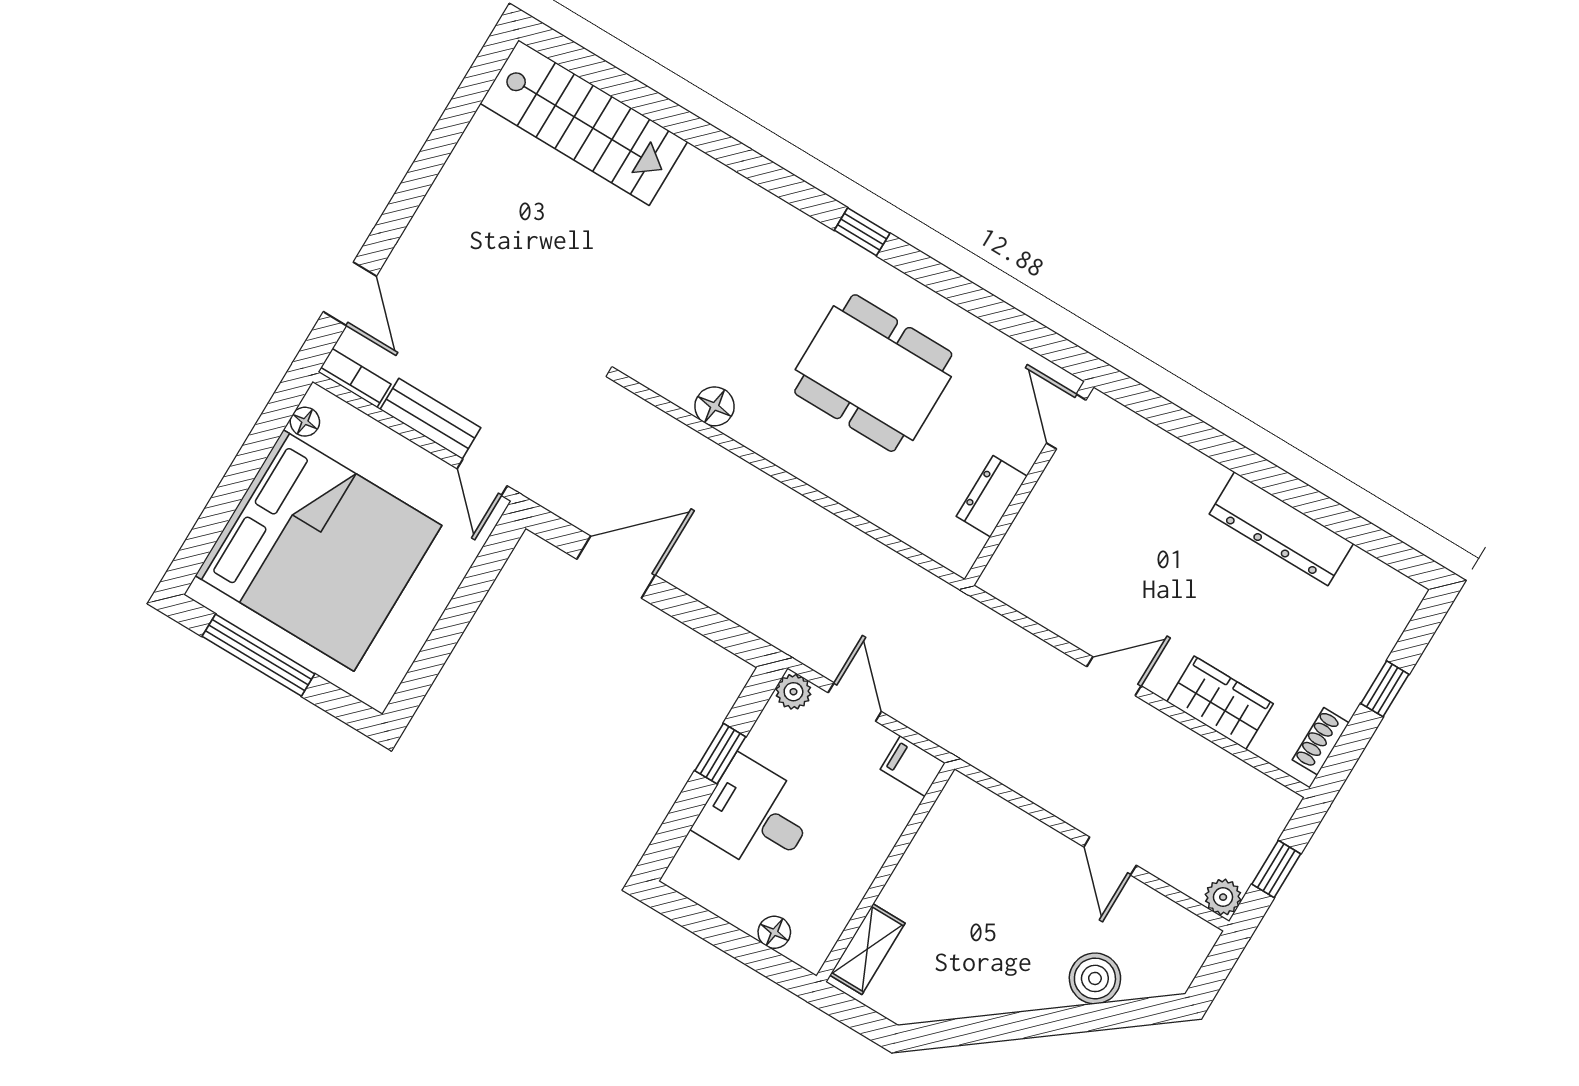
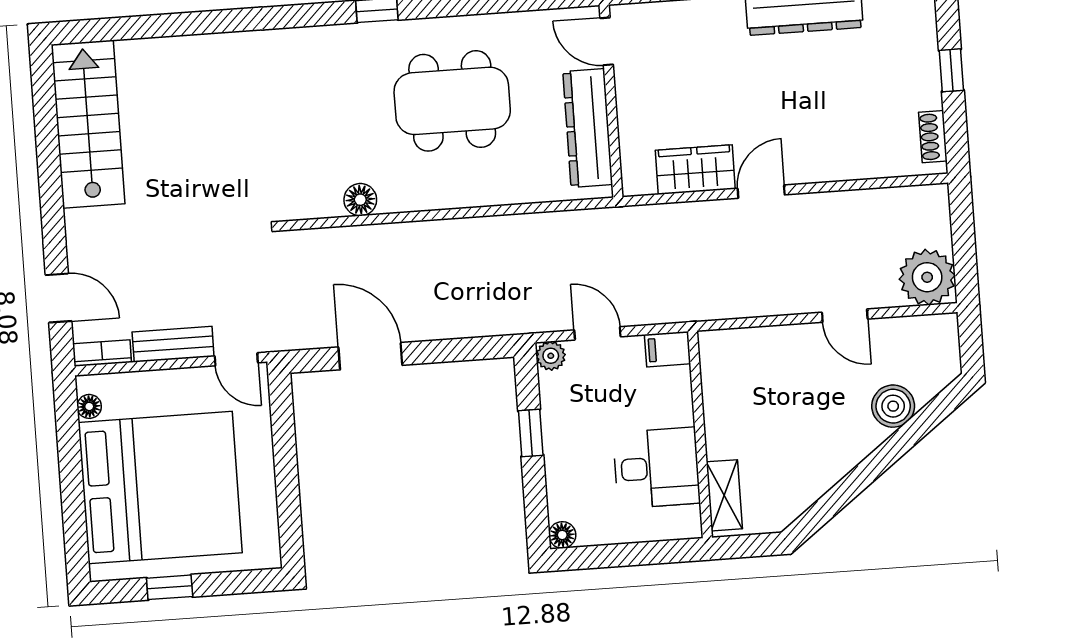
stairs: (584, 123) -> (88, 124), moved, turned -90
dresser: (992, 496) -> (588, 128), width x1.96, depth x1.24
door: (616, 567) -> (370, 356), hinge flipped
window: (258, 655) -> (170, 587), width x0.46
wardrobe: (1220, 703) -> (695, 170), moved
desk: (756, 816) -> (657, 468), moved, turned 180
window: (1276, 869) -> (964, 245), removed
plant: (1223, 897) -> (927, 277), width x1.87, depth x1.87
floor lamp: (774, 932) -> (562, 535), moved

